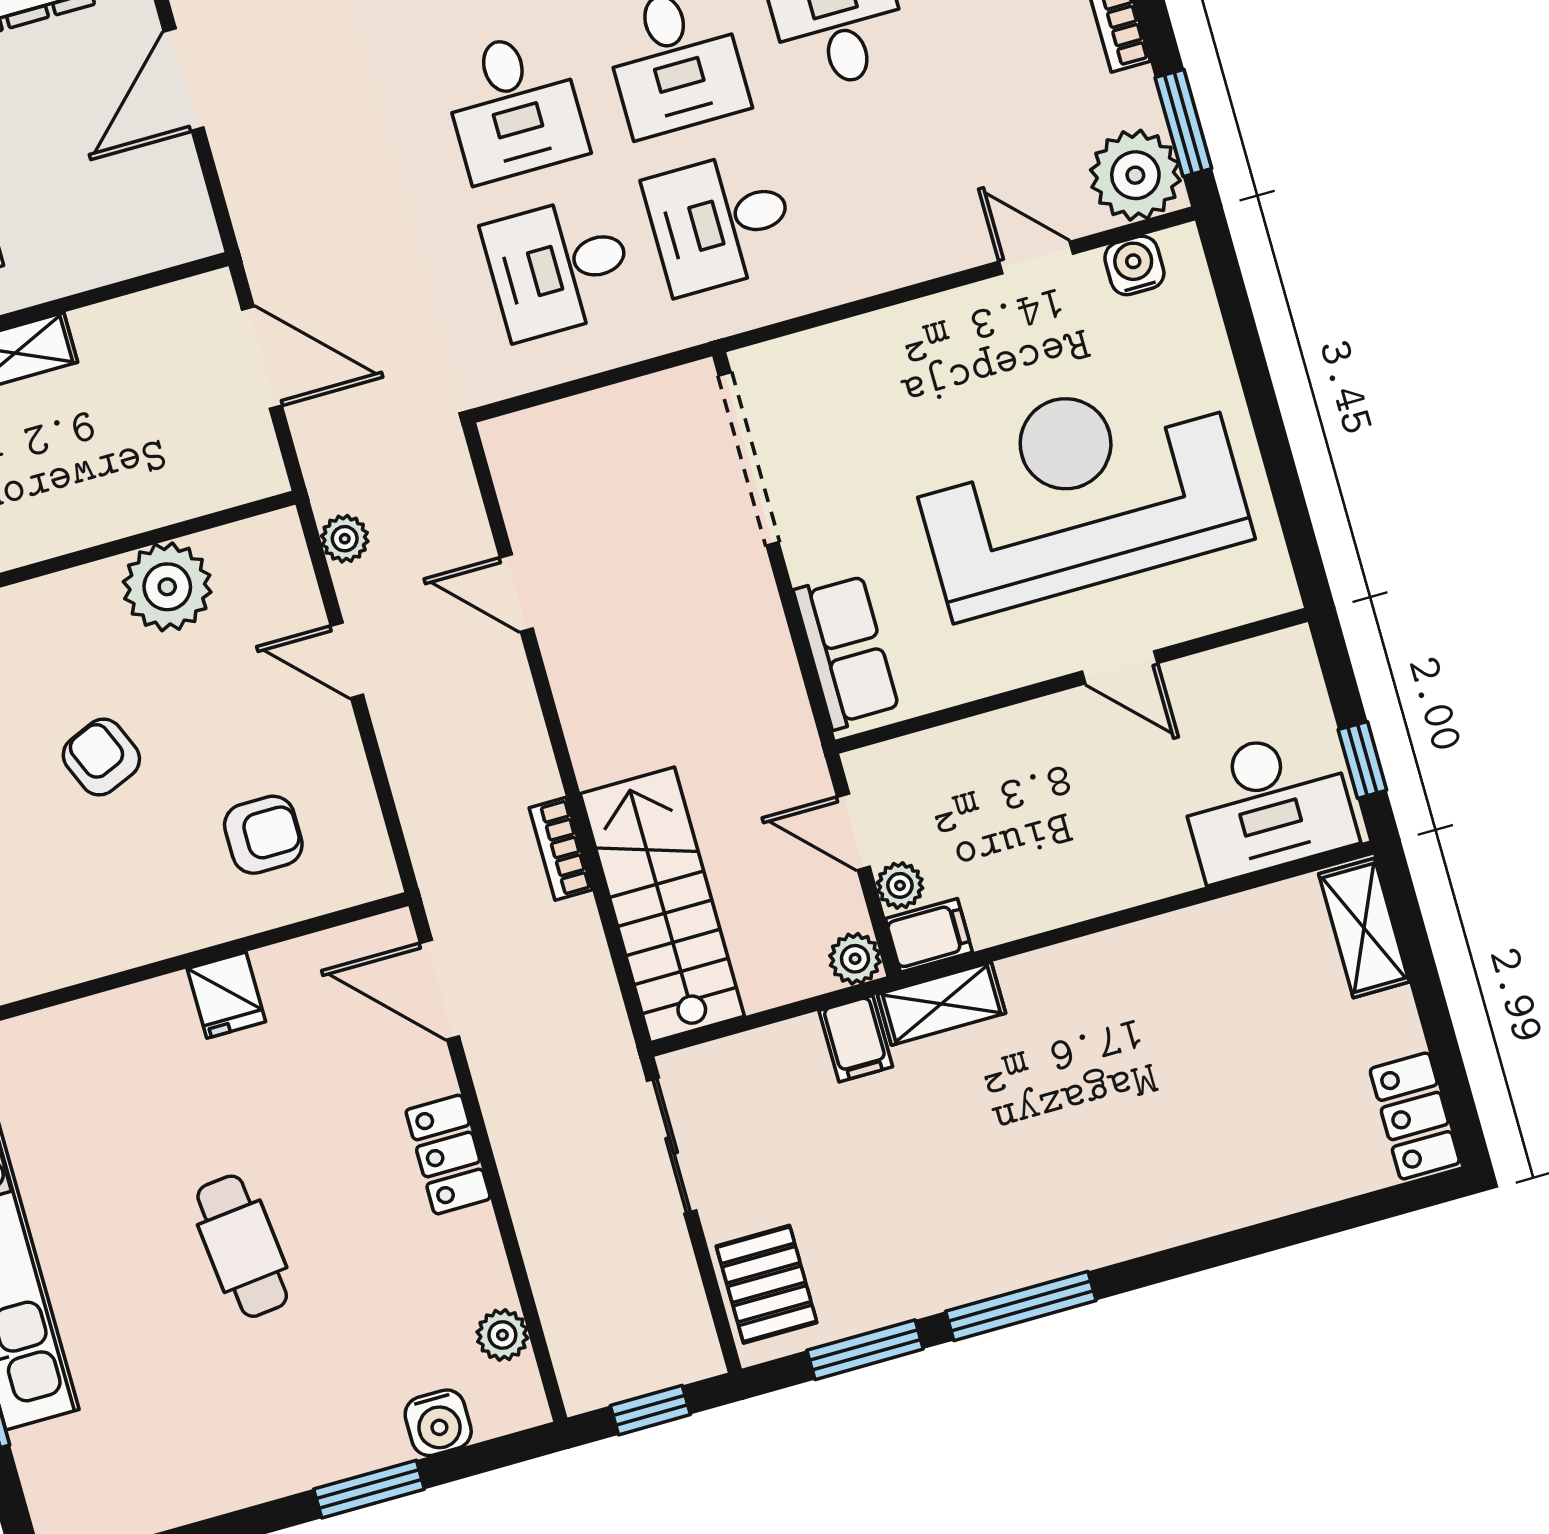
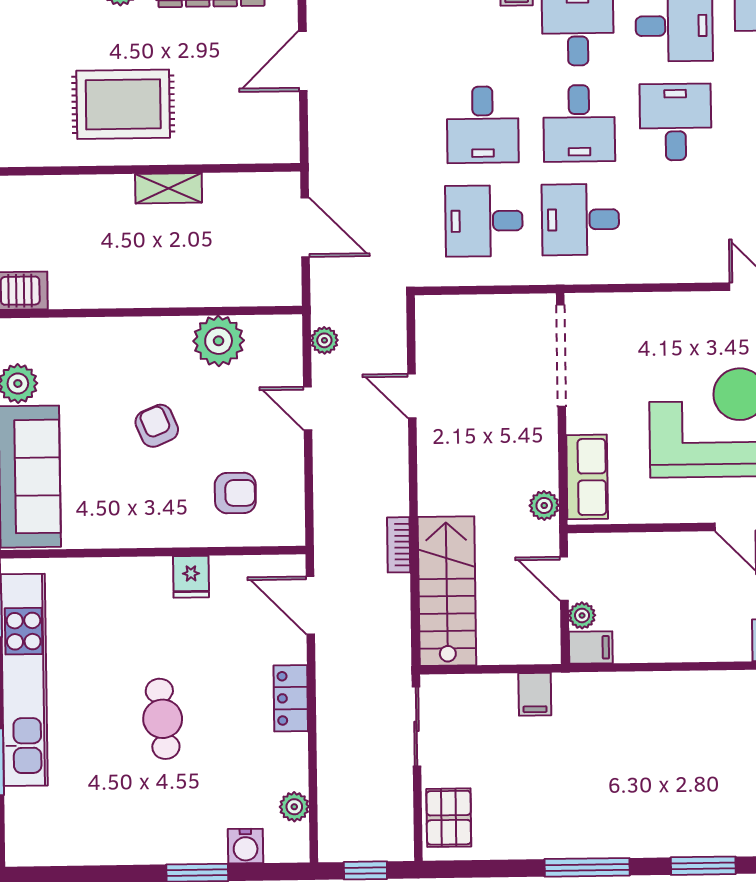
plant: (855, 959) -> (544, 505), moved
shelving: (941, 1004) -> (588, 687), removed
window: (865, 1350) -> (703, 866), moved

